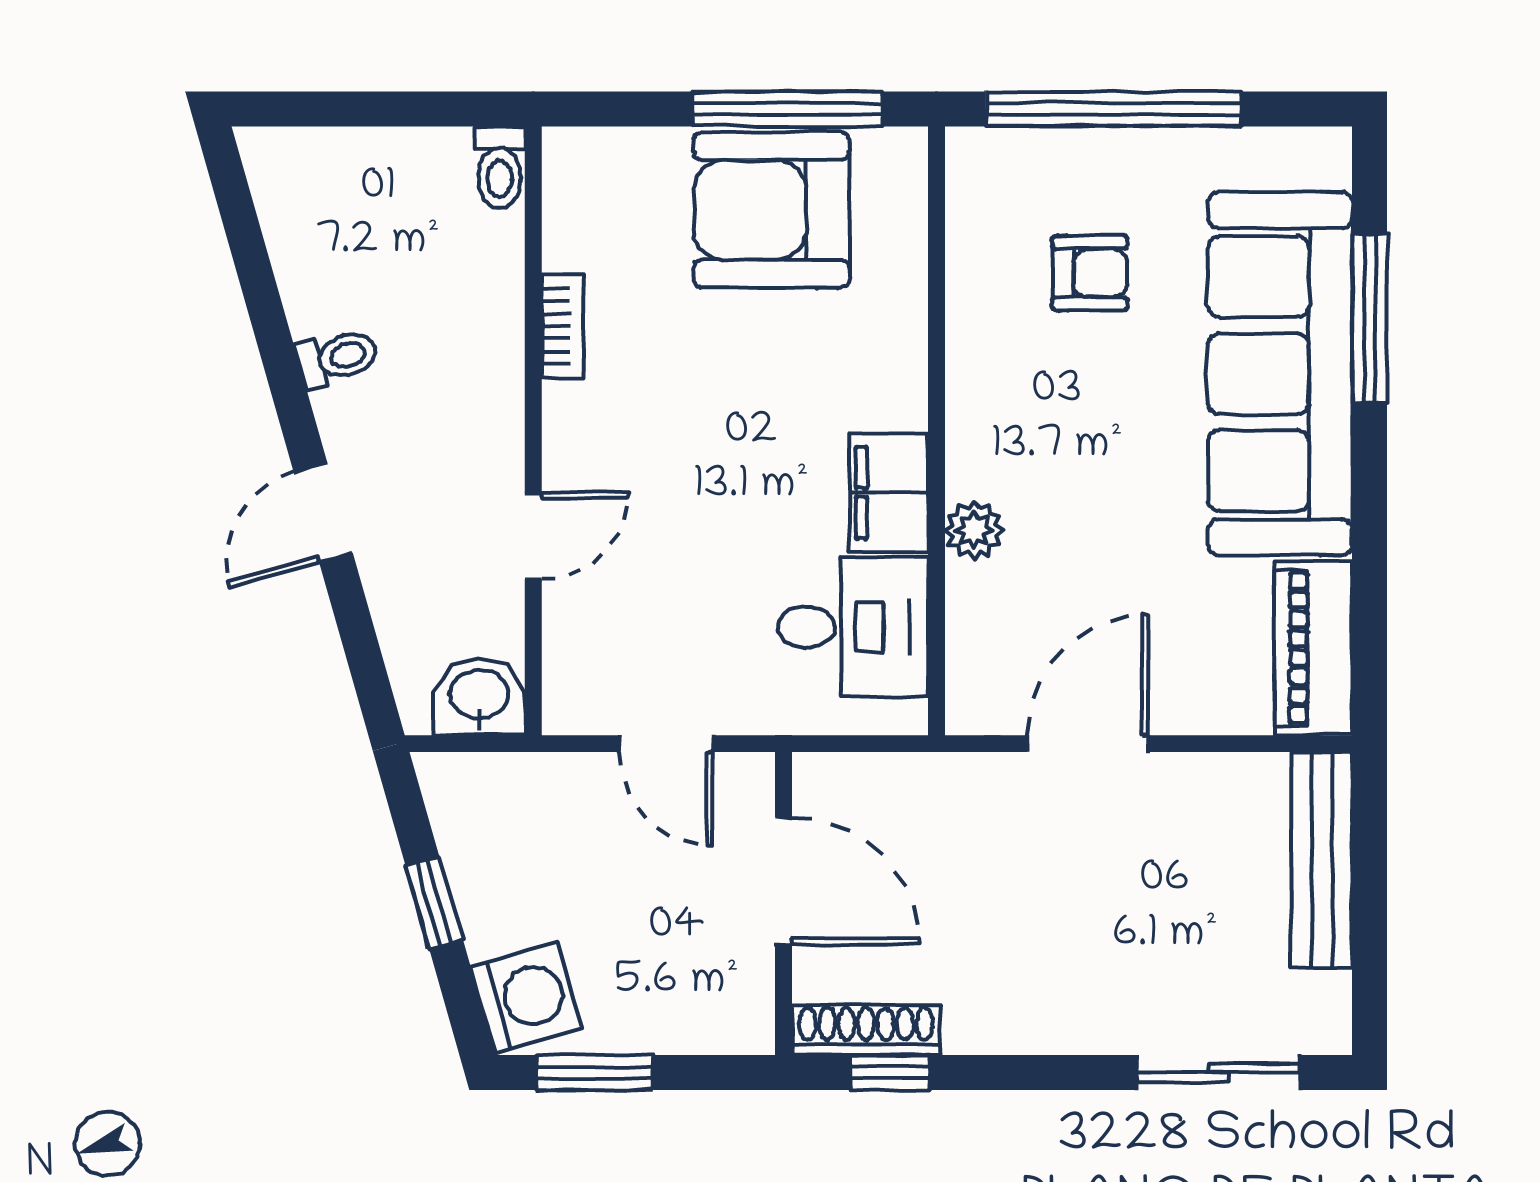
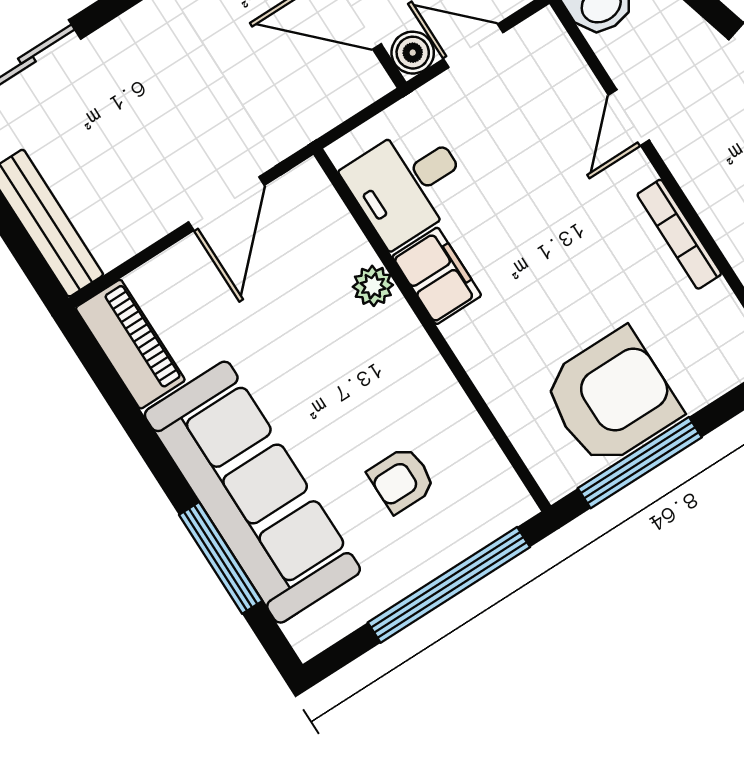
bookcase: (562, 326) -> (679, 234), width x1.56
boiler: (745, 782) -> (413, 53), added

